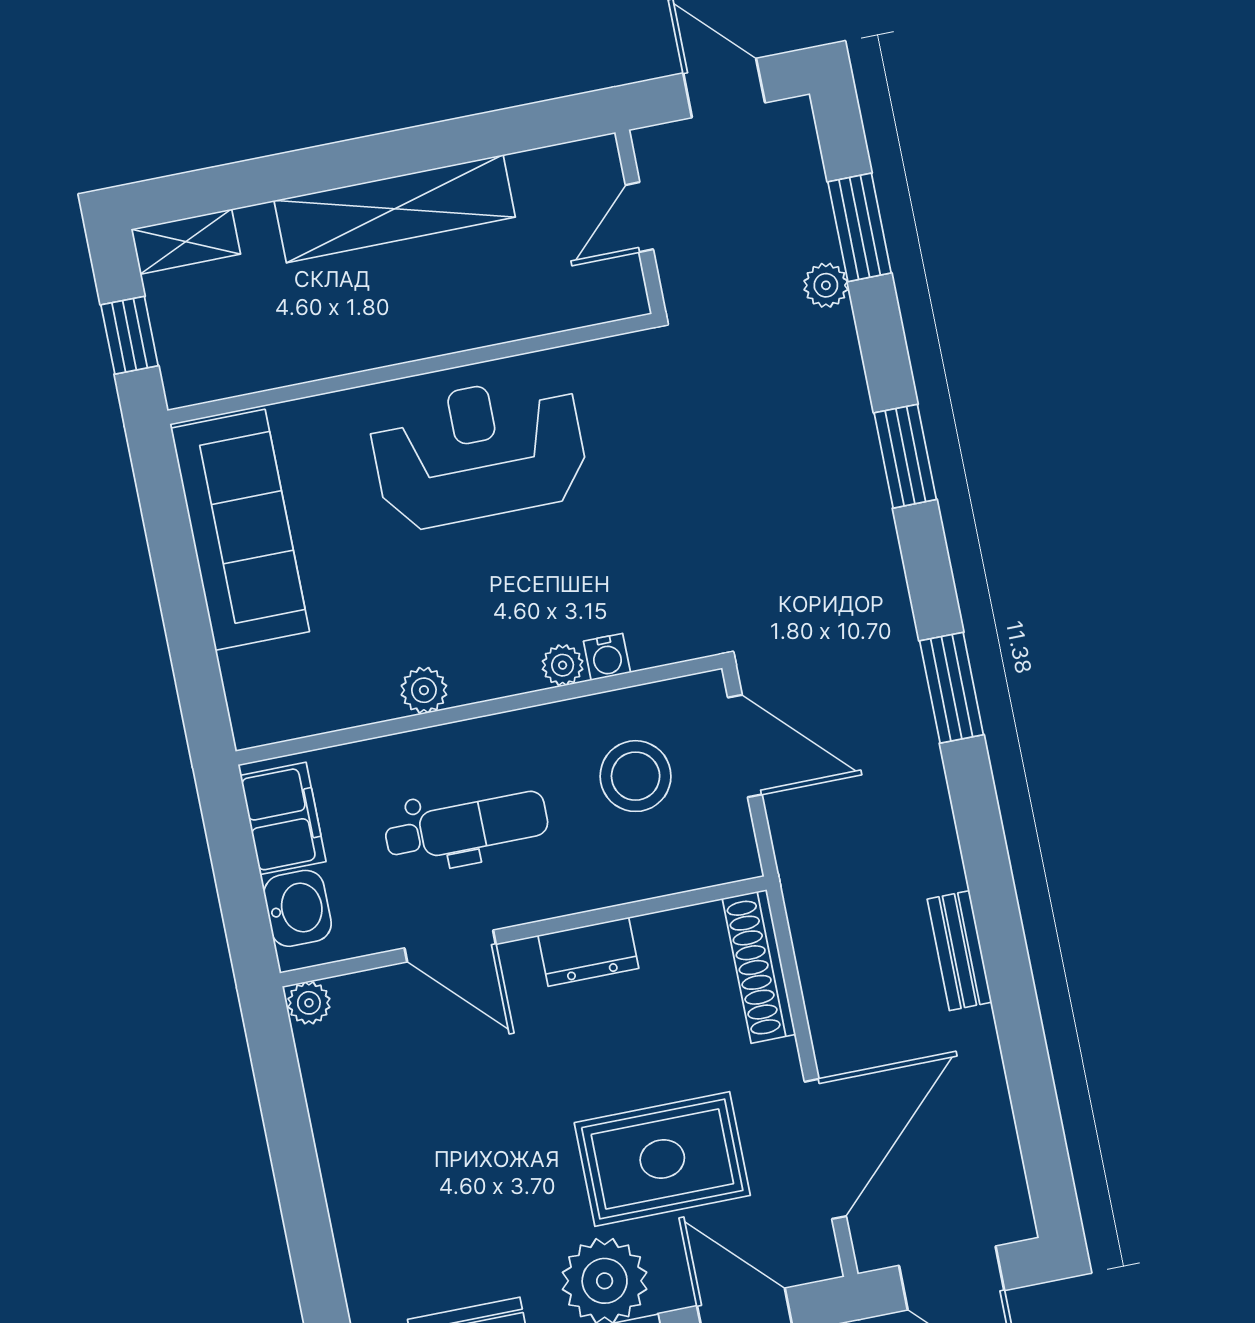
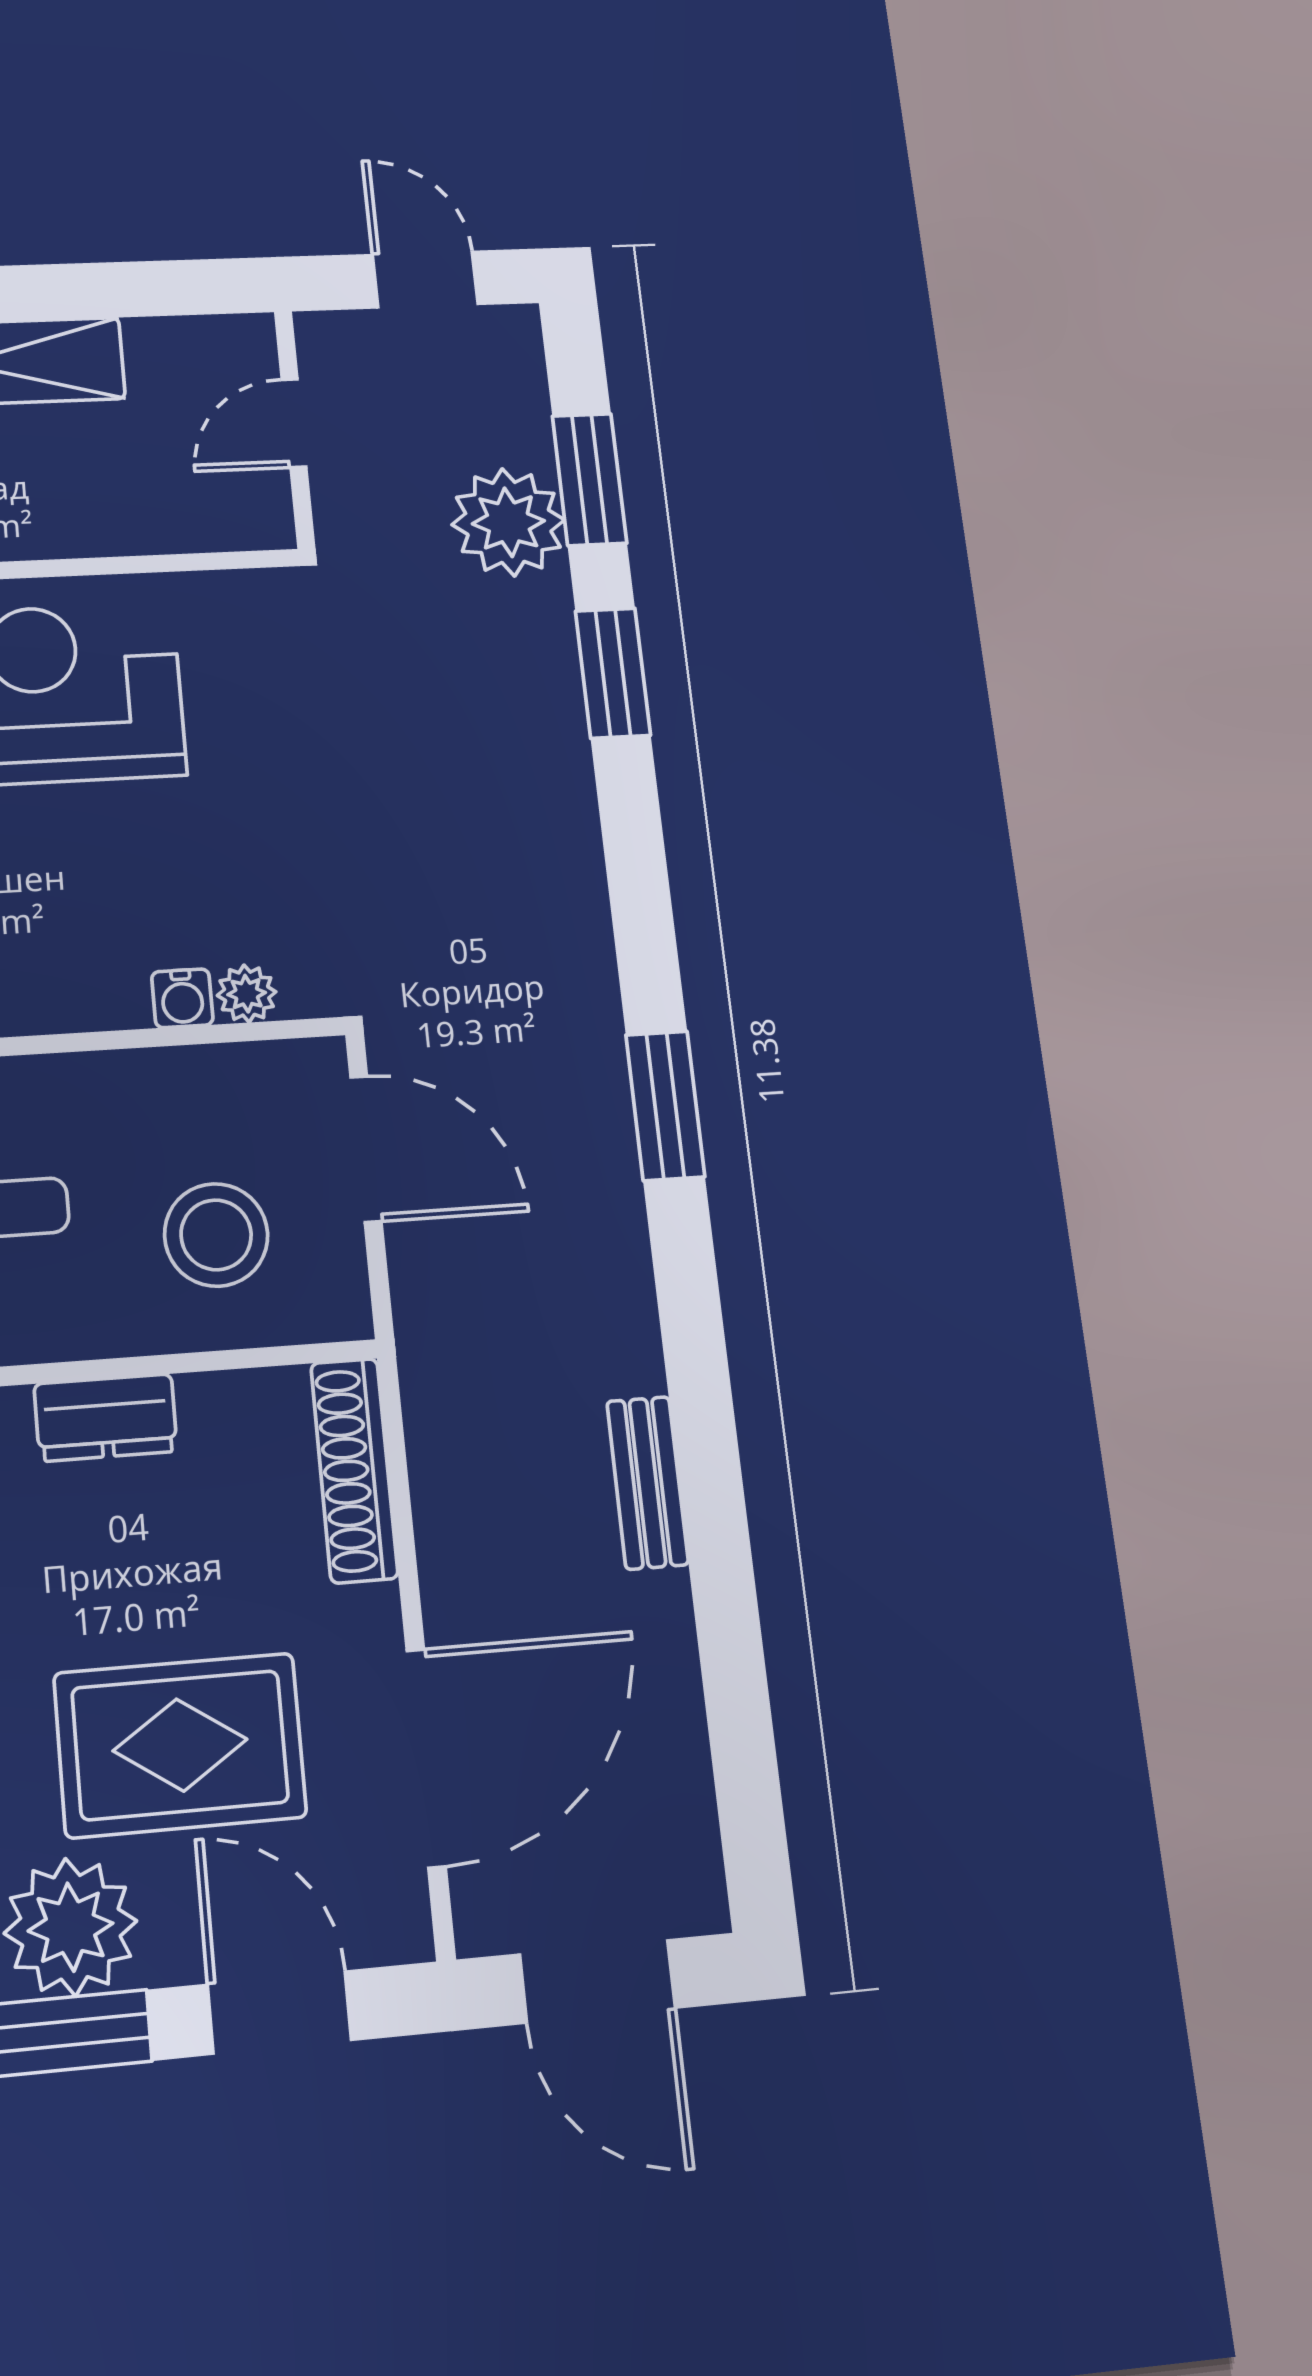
plant: (826, 285) -> (508, 522), width x1.87, depth x1.87
window: (905, 456) -> (613, 673), moved
plant: (563, 665) -> (247, 994), moved
stool: (636, 776) -> (216, 1235), moved

